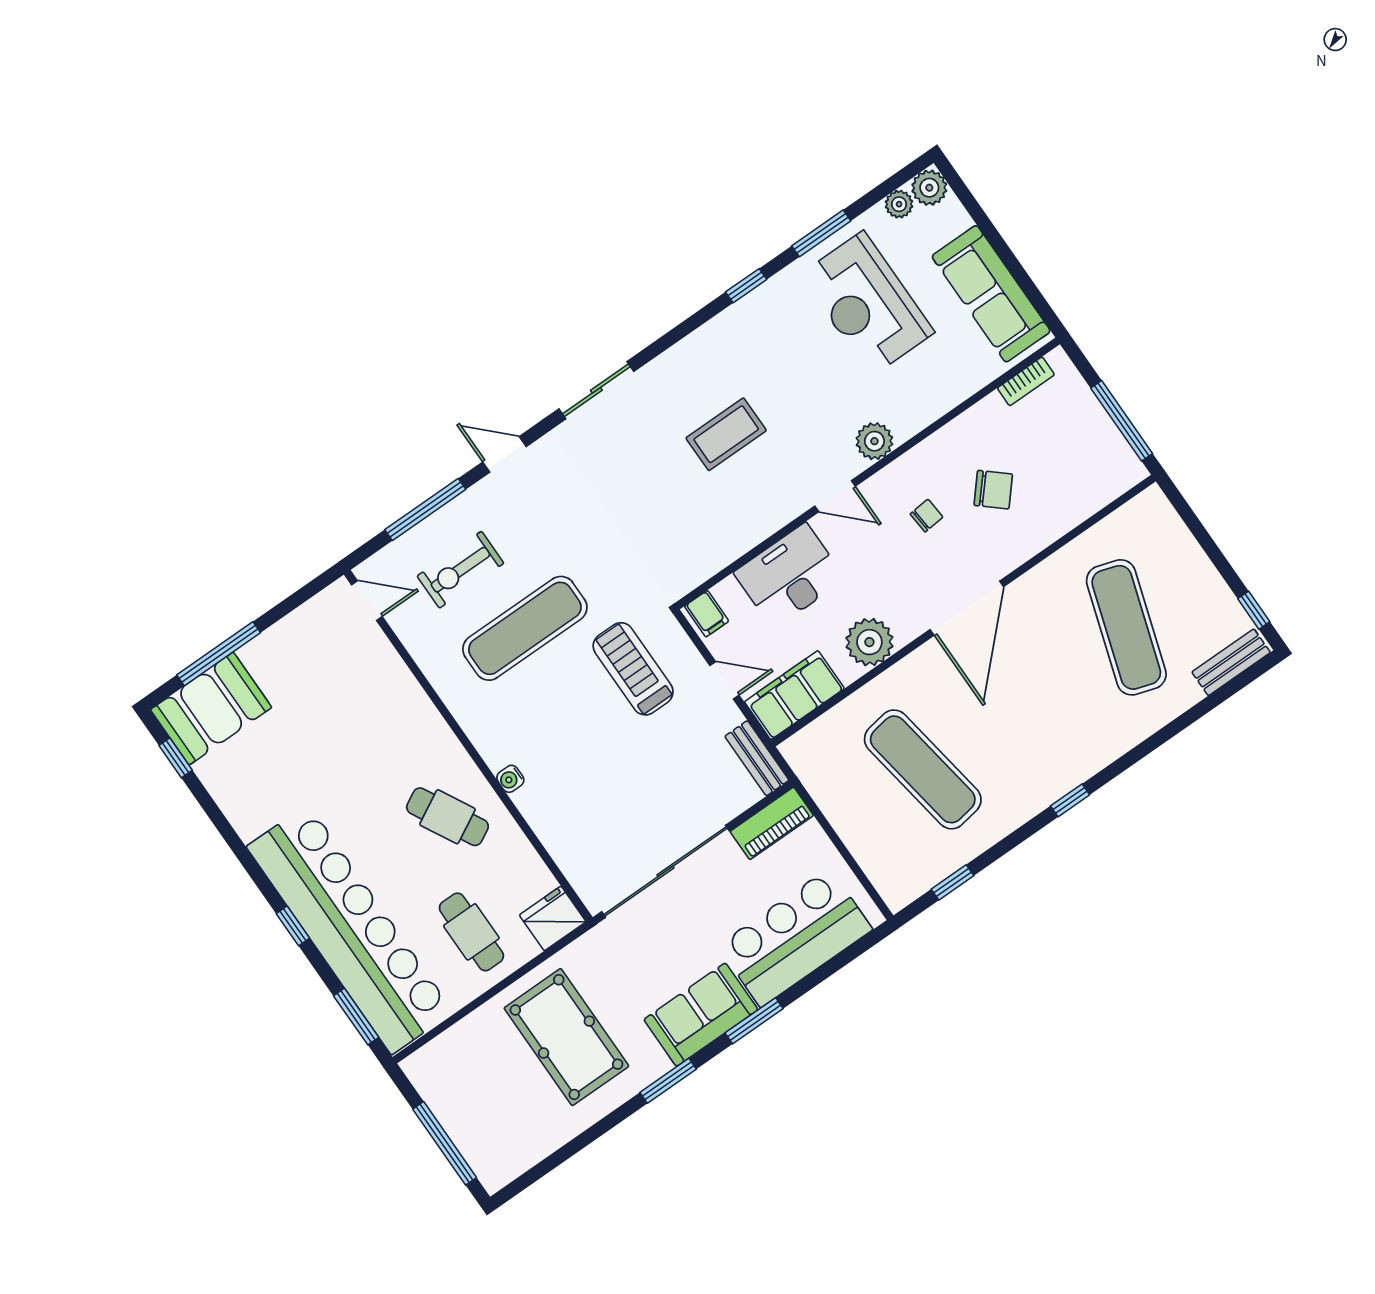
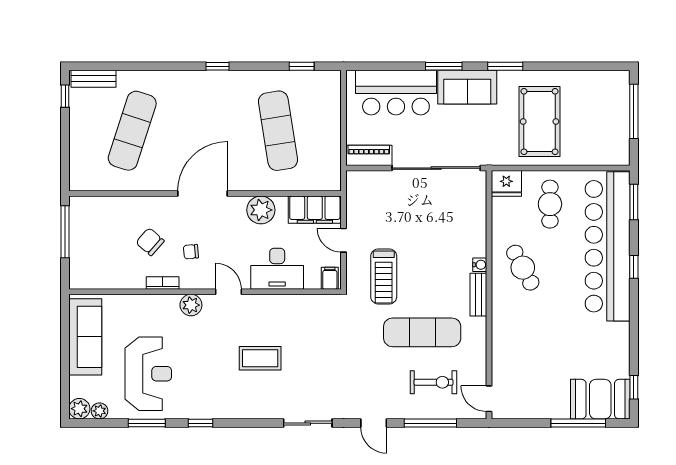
bookcase: (1026, 381) -> (163, 283), moved
bench: (757, 758) -> (478, 295), moved

